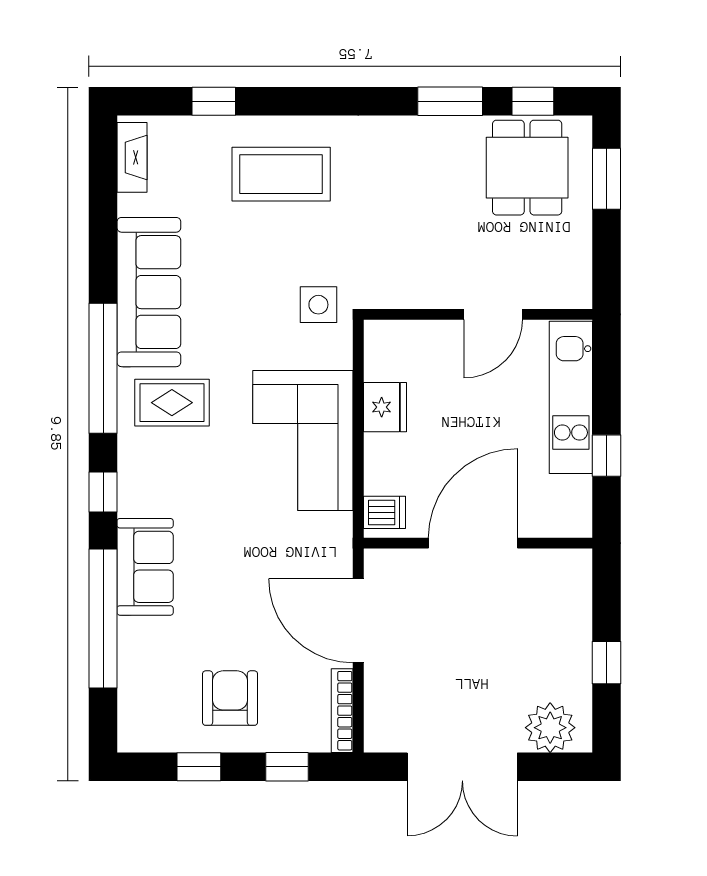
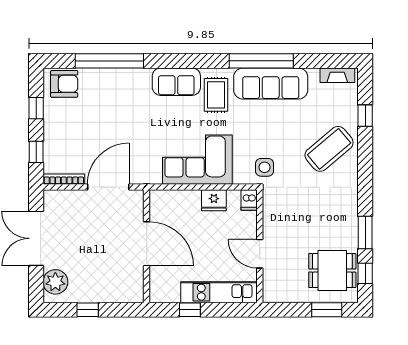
coffee table: (281, 174) -> (329, 149), turned 50
window: (103, 368) -> (261, 61), moved
window: (103, 492) -> (172, 61), removed
dishwasher: (385, 512) -> (249, 200), moved
sofa: (145, 567) -> (176, 82), moved
armchair: (230, 698) -> (64, 84), moved

